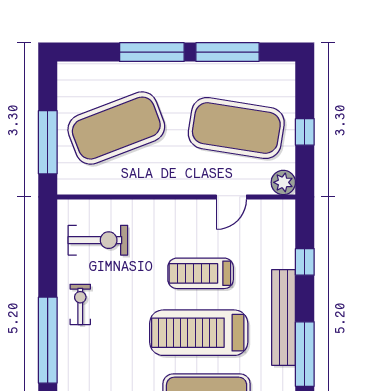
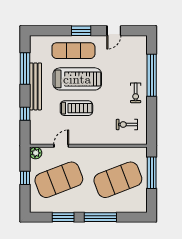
window: (228, 52) -> (63, 217), width x0.69
exercise mat: (236, 128) -> (59, 180), turned -30
exercise bike: (98, 240) -> (127, 124), width x0.73, depth x0.72

